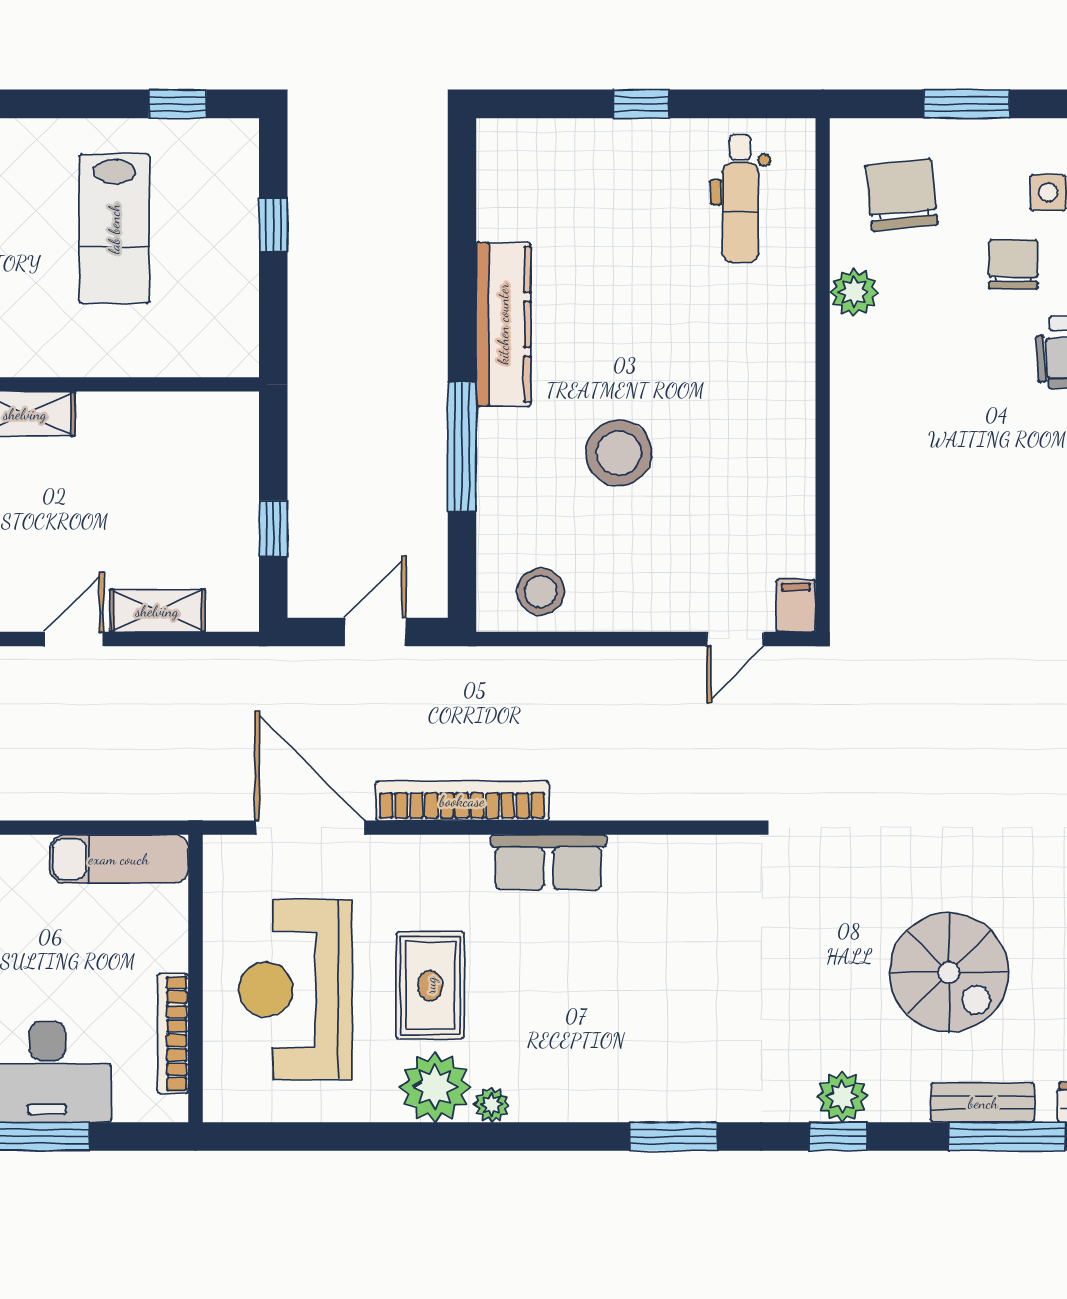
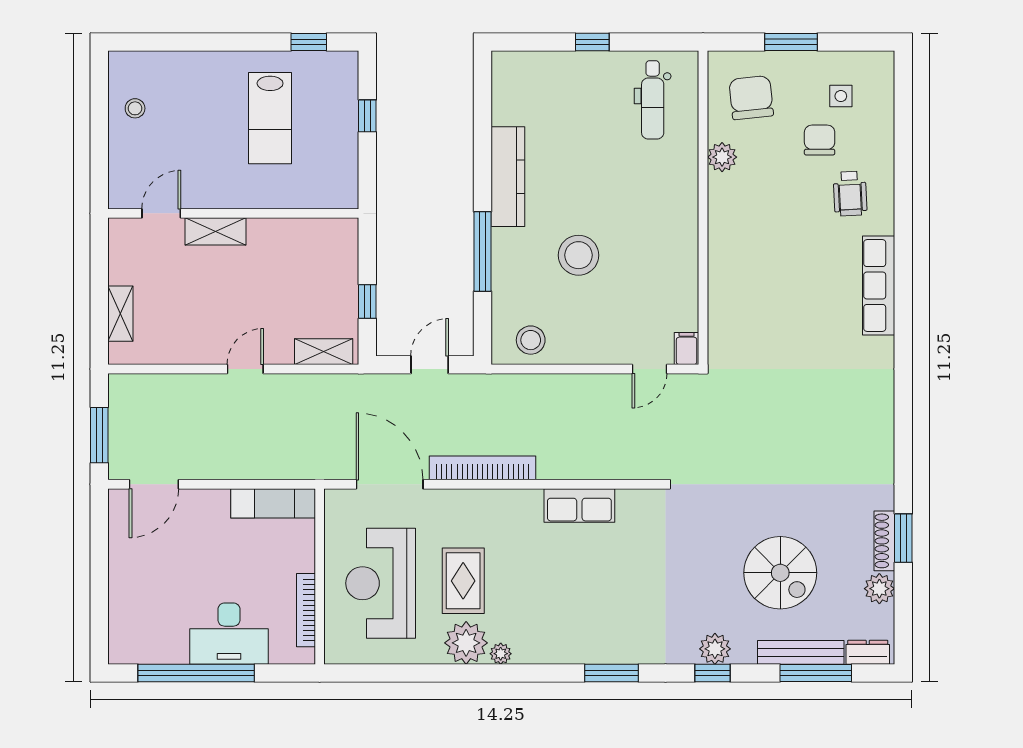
shelving: (157, 611) -> (324, 352), moved
row of seats: (548, 862) -> (579, 506), moved
bench: (983, 1103) -> (801, 652), width x1.36

